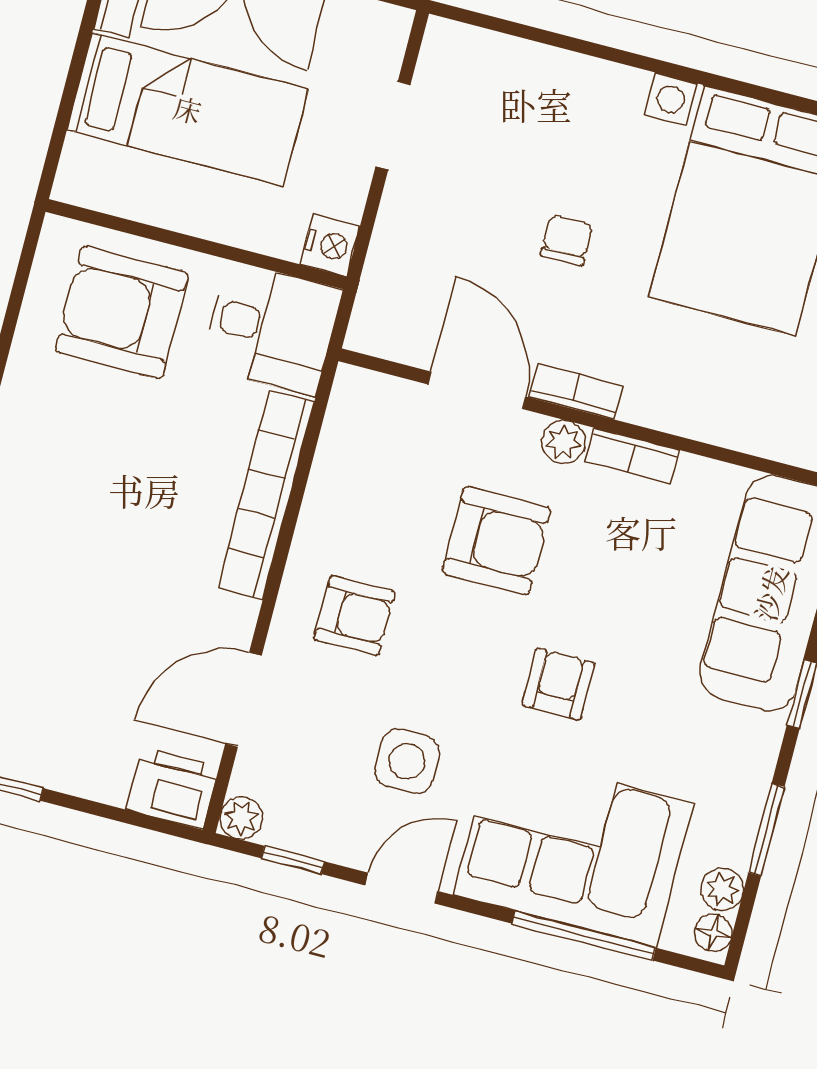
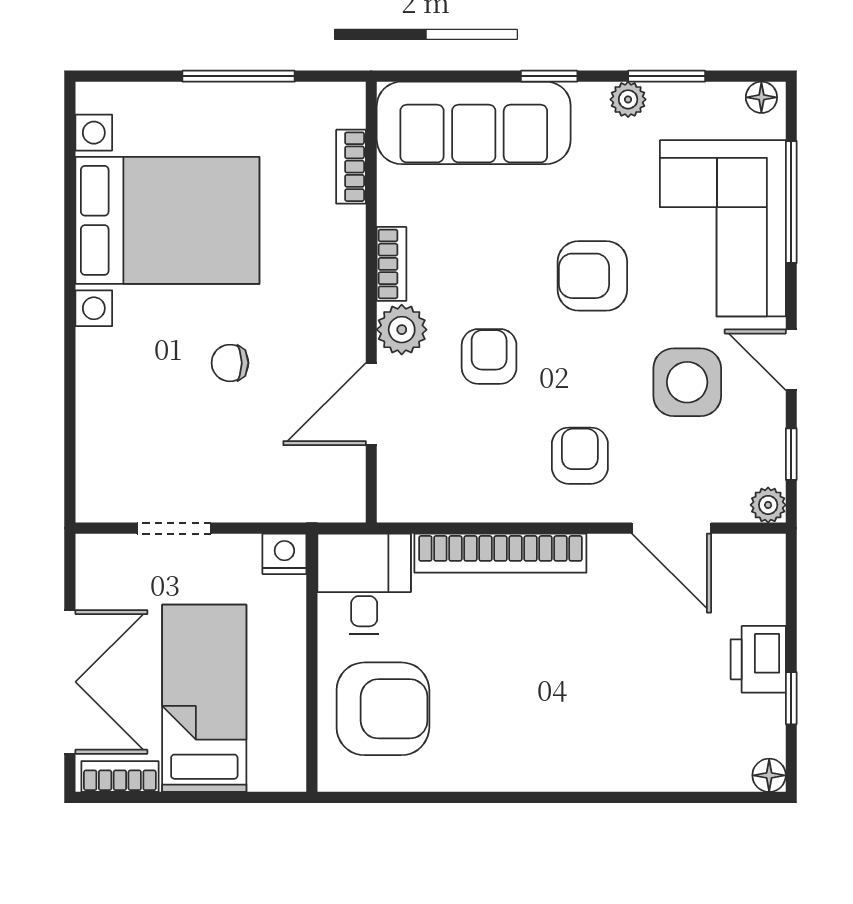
armchair: (122, 312) -> (383, 709), turned -90
bookcase: (575, 391) -> (351, 167), moved
plant: (564, 442) -> (402, 330), width x1.38, depth x1.38
armchair: (496, 541) -> (489, 356), width x0.72, depth x0.72
armchair: (558, 684) -> (592, 276), width x1.38, depth x1.38
side table: (407, 761) -> (687, 382), width x1.37, depth x1.37
printer: (173, 788) -> (758, 659), moved
plant: (722, 889) -> (628, 99), moved

